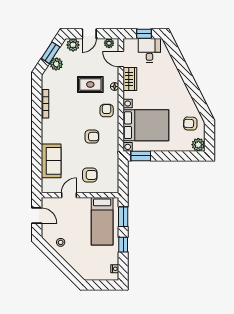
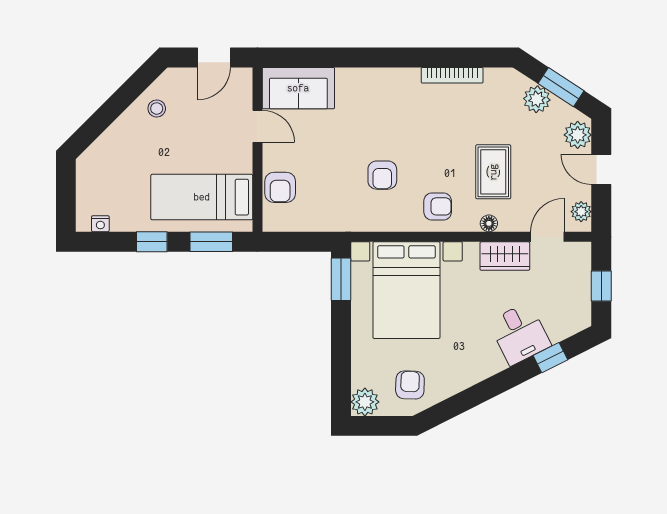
desk: (149, 50) -> (520, 334), moved, turned 63
window: (177, 58) -> (550, 358), added
sofa: (51, 161) -> (298, 88), moved
armchair: (90, 175) -> (280, 187), moved

